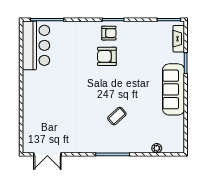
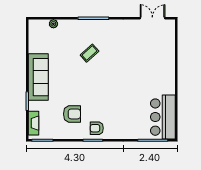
armchair: (107, 56) -> (72, 114), moved

